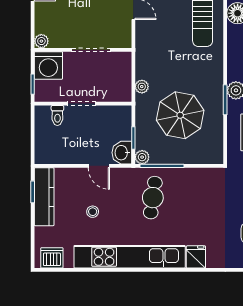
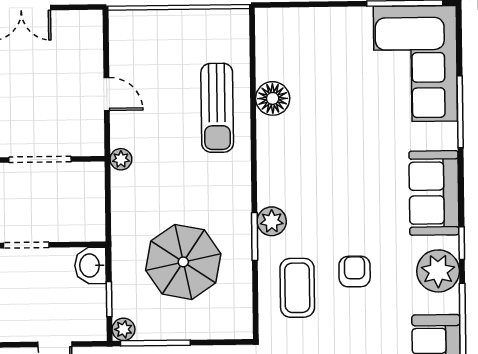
plant: (142, 87) -> (121, 159), moved
washbasin: (122, 153) -> (90, 265), moved

